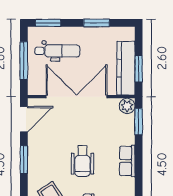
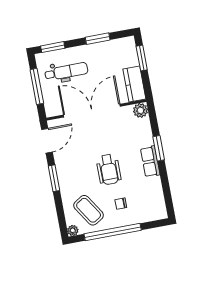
kitchen counter: (126, 68) -> (134, 84), width x0.67
window: (139, 69) -> (142, 58), moved
window: (139, 122) -> (159, 148), moved

